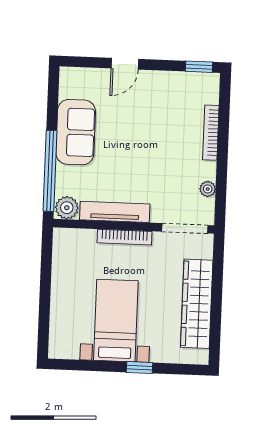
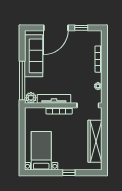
door: (125, 64) -> (56, 28), width x1.87
window: (199, 67) -> (81, 28), moved
sofa: (76, 132) -> (34, 56), width x1.36
bed with nightstands: (116, 321) -> (41, 151), moved

